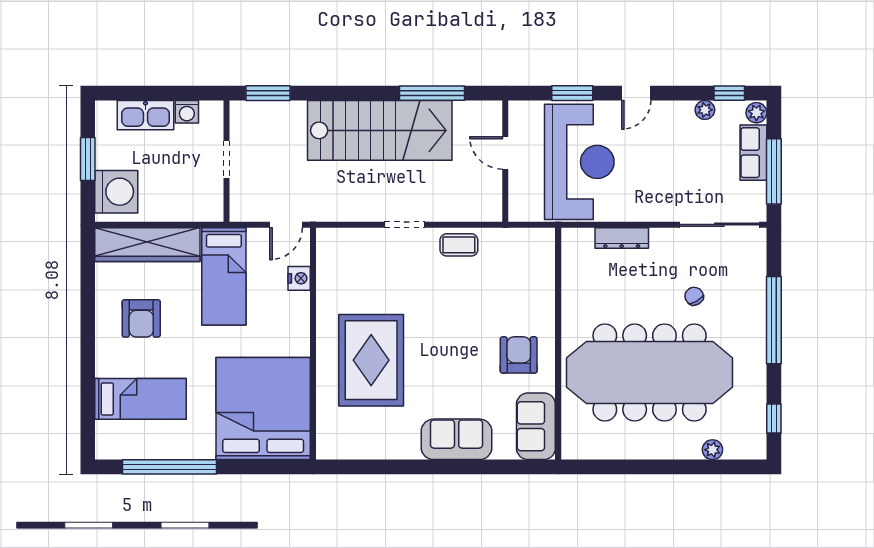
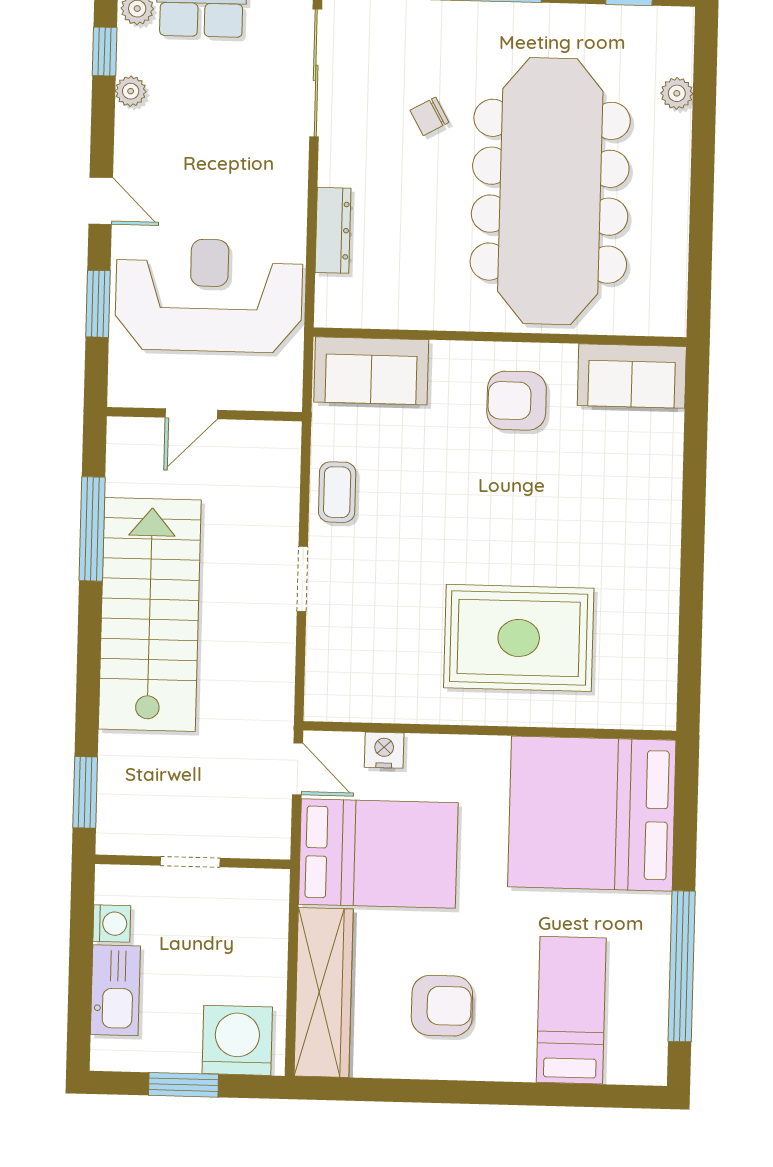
bed: (224, 276) -> (378, 853), width x1.50
sofa: (457, 439) -> (371, 371), moved, turned -90

